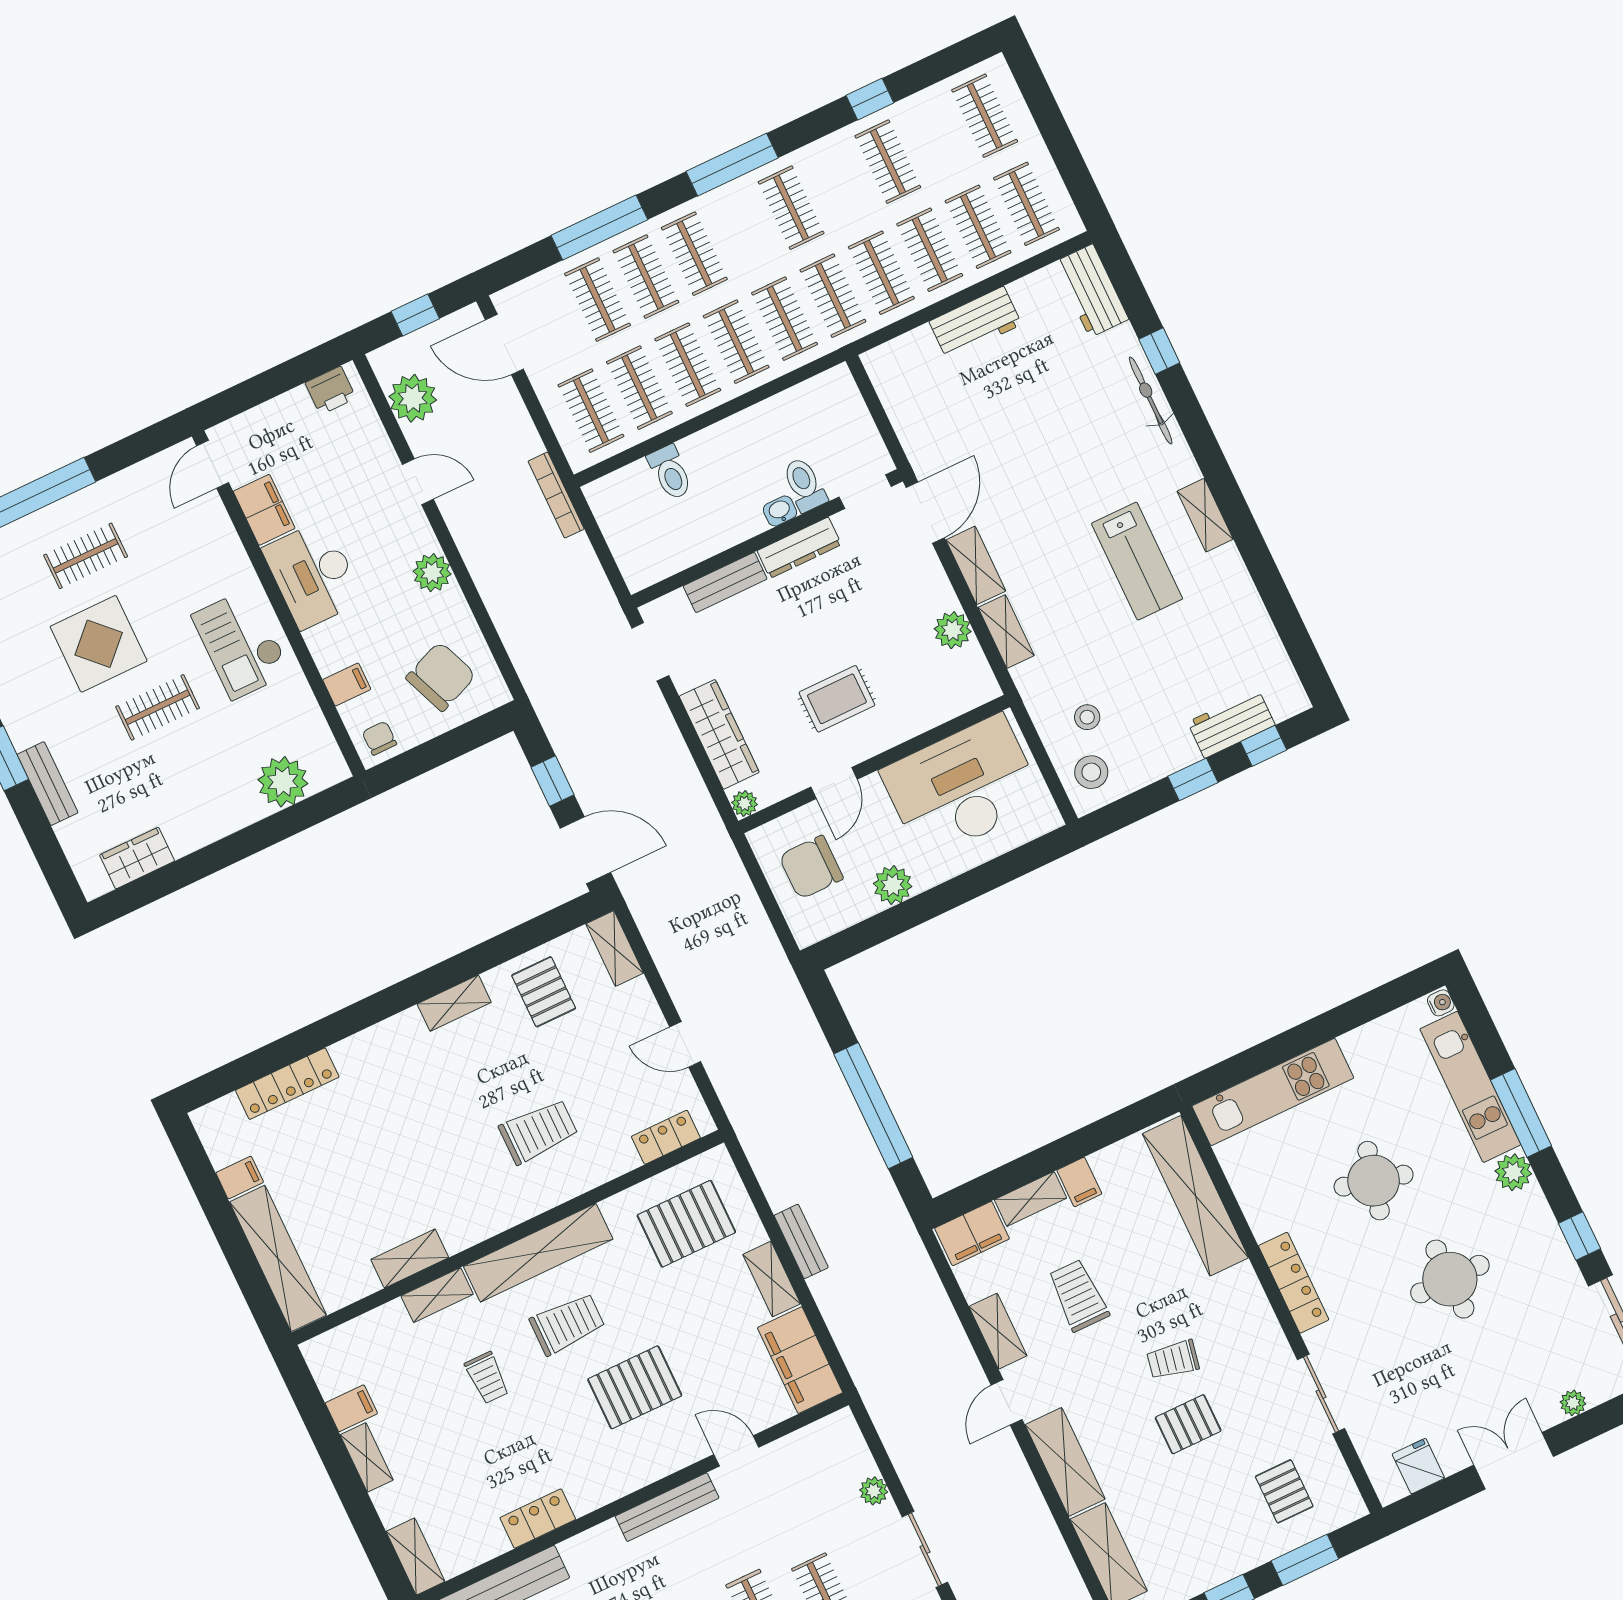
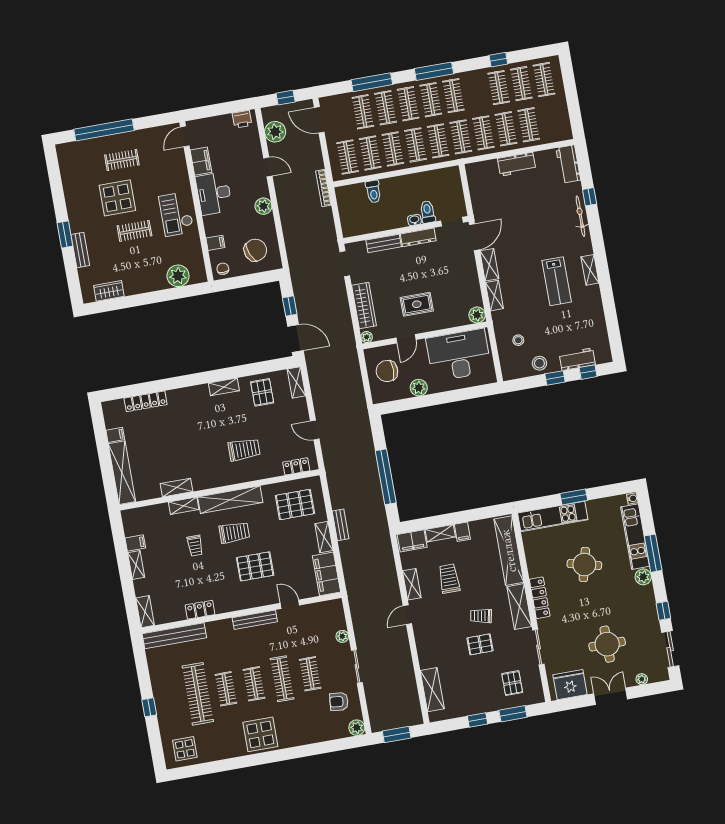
clothes rail: (1026, 204) -> (521, 84), moved
clothes rail: (743, 231) -> (431, 100), added
plant: (953, 630) -> (477, 315), moved
stool: (1091, 772) -> (539, 363), moved
window: (1308, 1035) -> (574, 497), added
round table: (1450, 1279) -> (607, 644), moved
shelving: (1065, 1462) -> (519, 607), moved
fridge: (1418, 1466) -> (570, 685), width x1.88, depth x1.34

